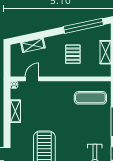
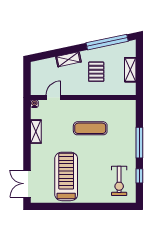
shelving: (33, 45) -> (68, 59), moved
exercise mat: (90, 98) -> (90, 128), moved

